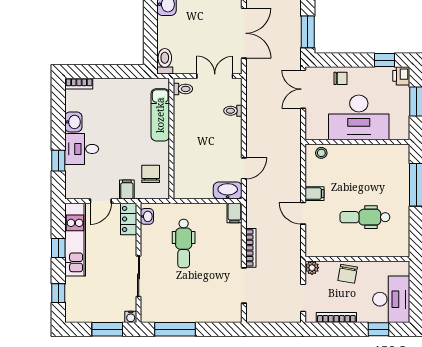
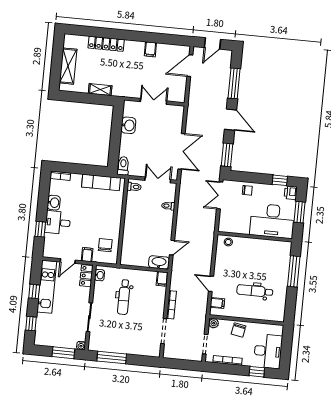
exam couch: (160, 115) -> (101, 182), moved, turned -90
desk: (359, 117) -> (272, 221), moved
filing cabinet: (314, 194) -> (217, 303), moved

